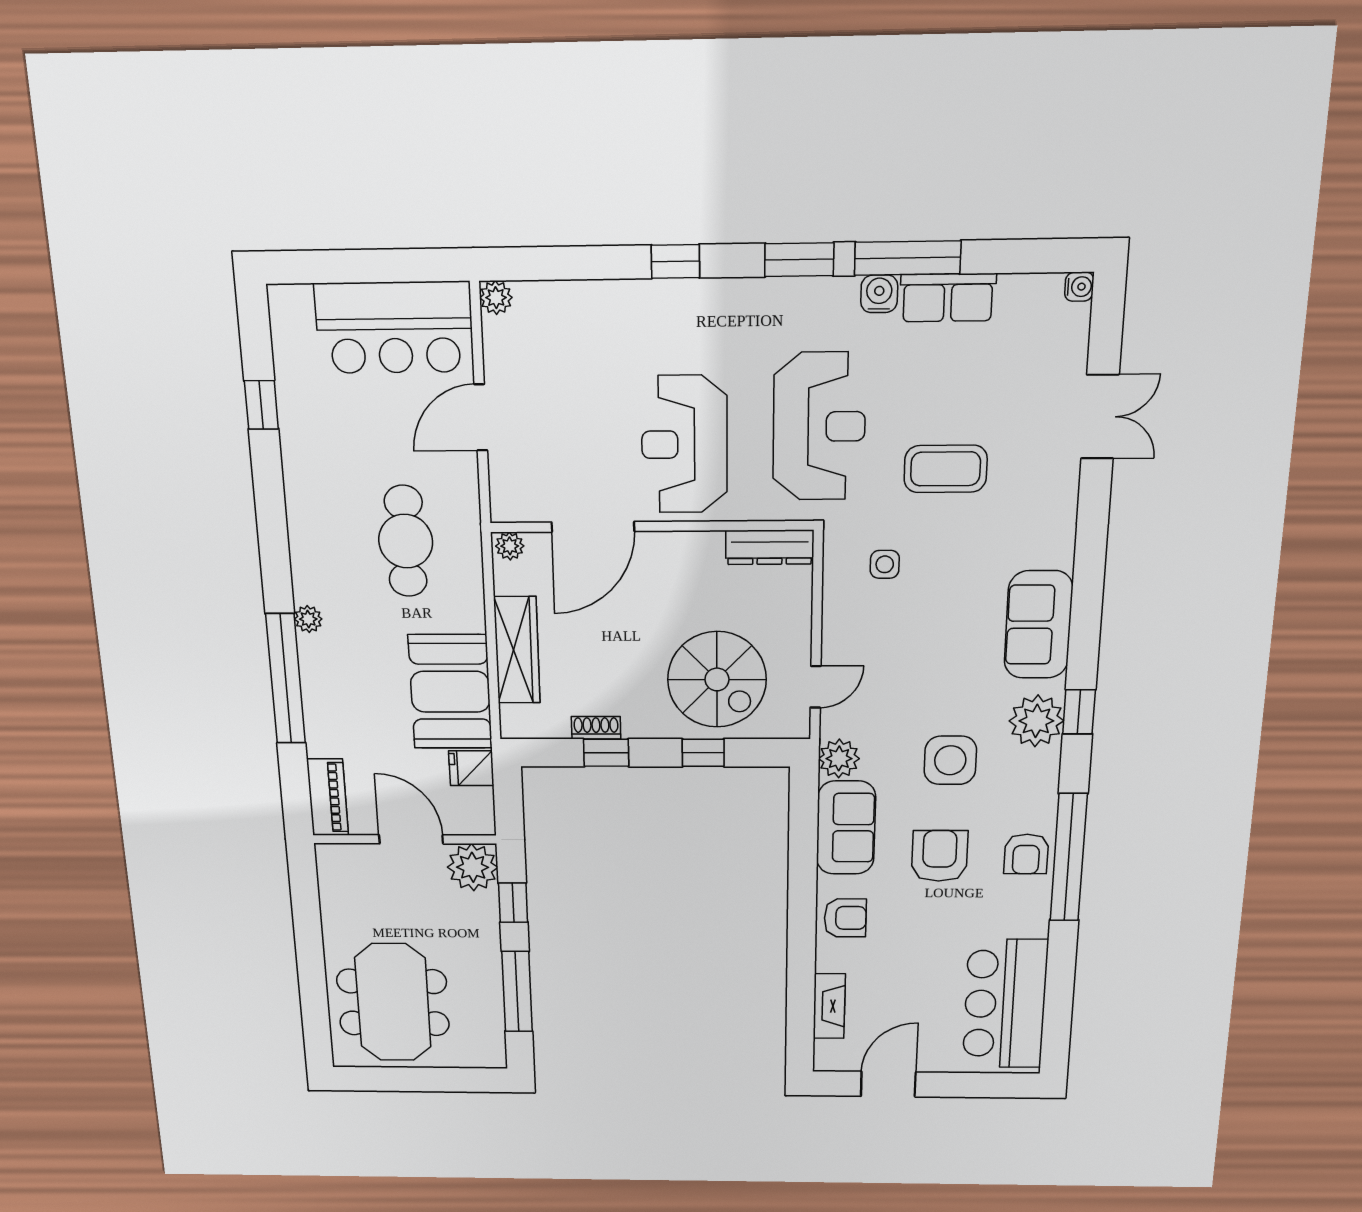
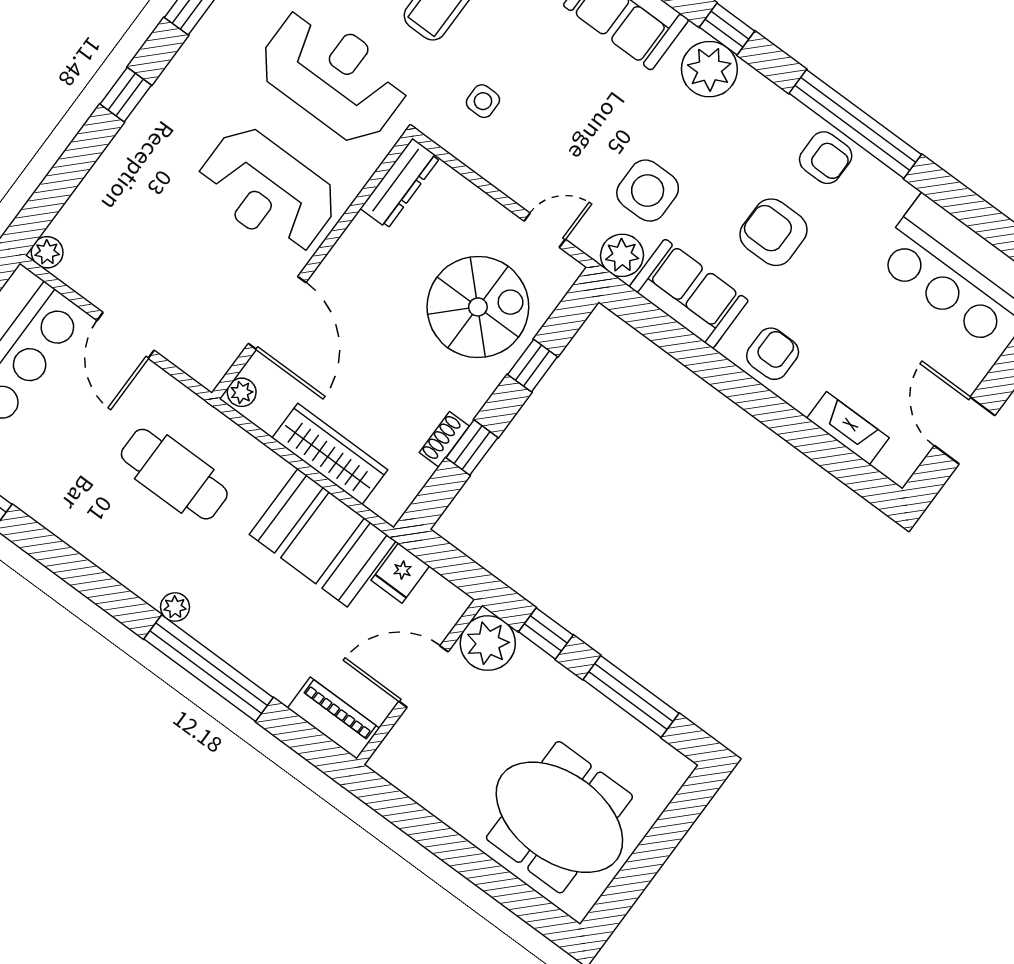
door: (816, 687) -> (545, 230), hinge flipped
side table: (950, 760) -> (648, 191), moved

